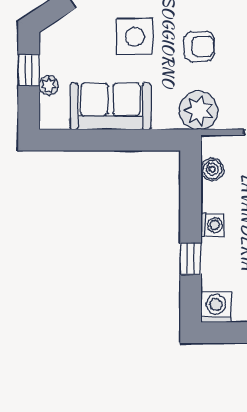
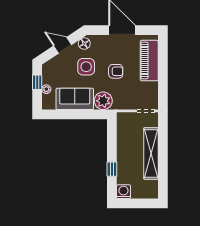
plant: (199, 110) -> (103, 101), moved
boiler: (212, 169) -> (122, 128), removed
washing machine: (212, 225) -> (122, 154), removed

